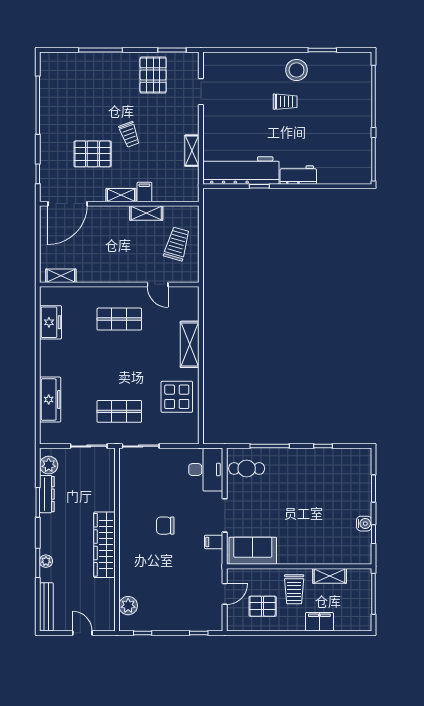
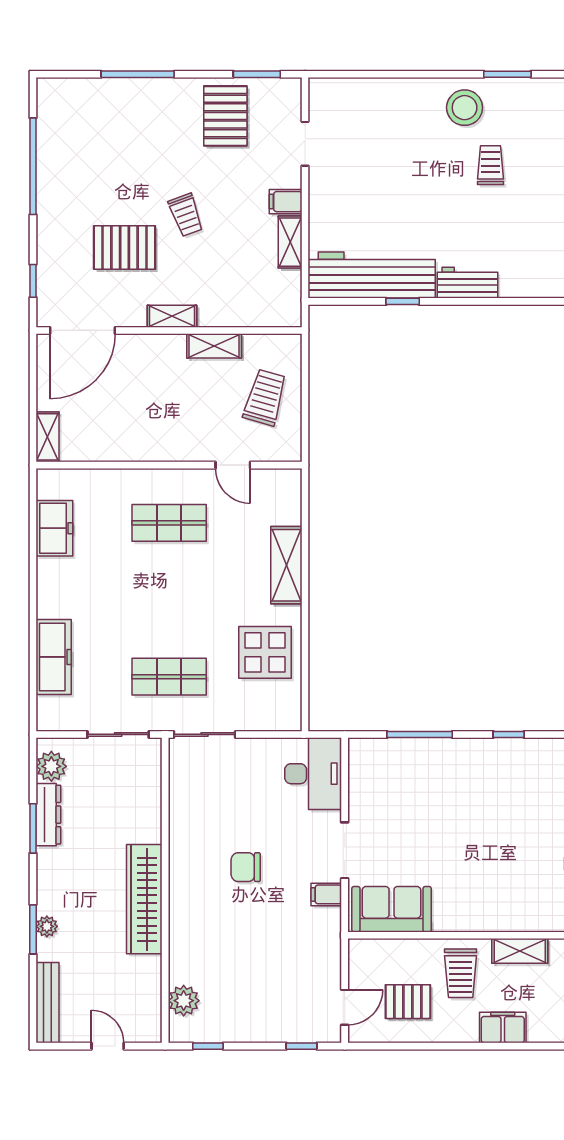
trolley: (285, 102) -> (490, 165), moved, turned -90
filing cabinet: (144, 192) -> (286, 202), moved, turned -90
shelving: (61, 276) -> (48, 437), moved, turned 90
cafe table: (247, 468) -> (381, 772), removed
door: (225, 594) -> (345, 1007), moved

